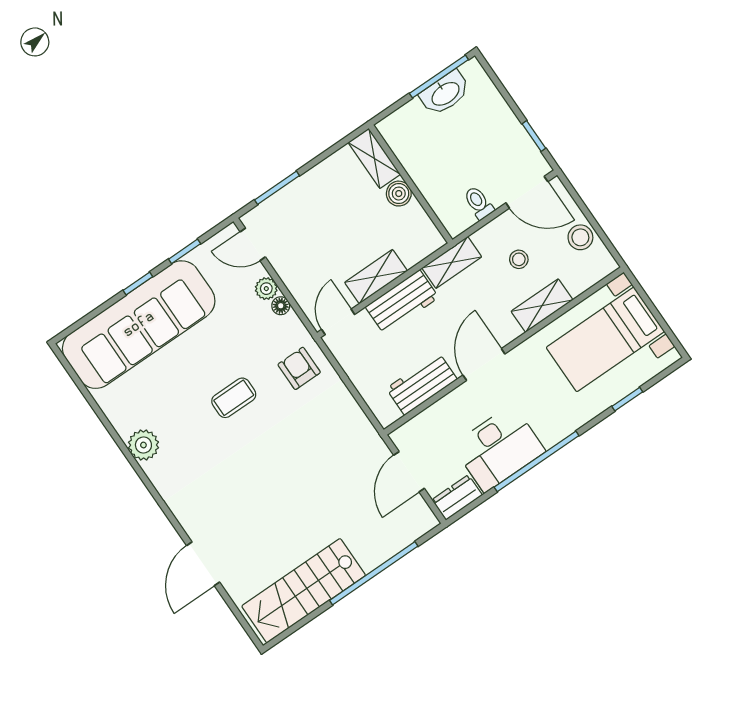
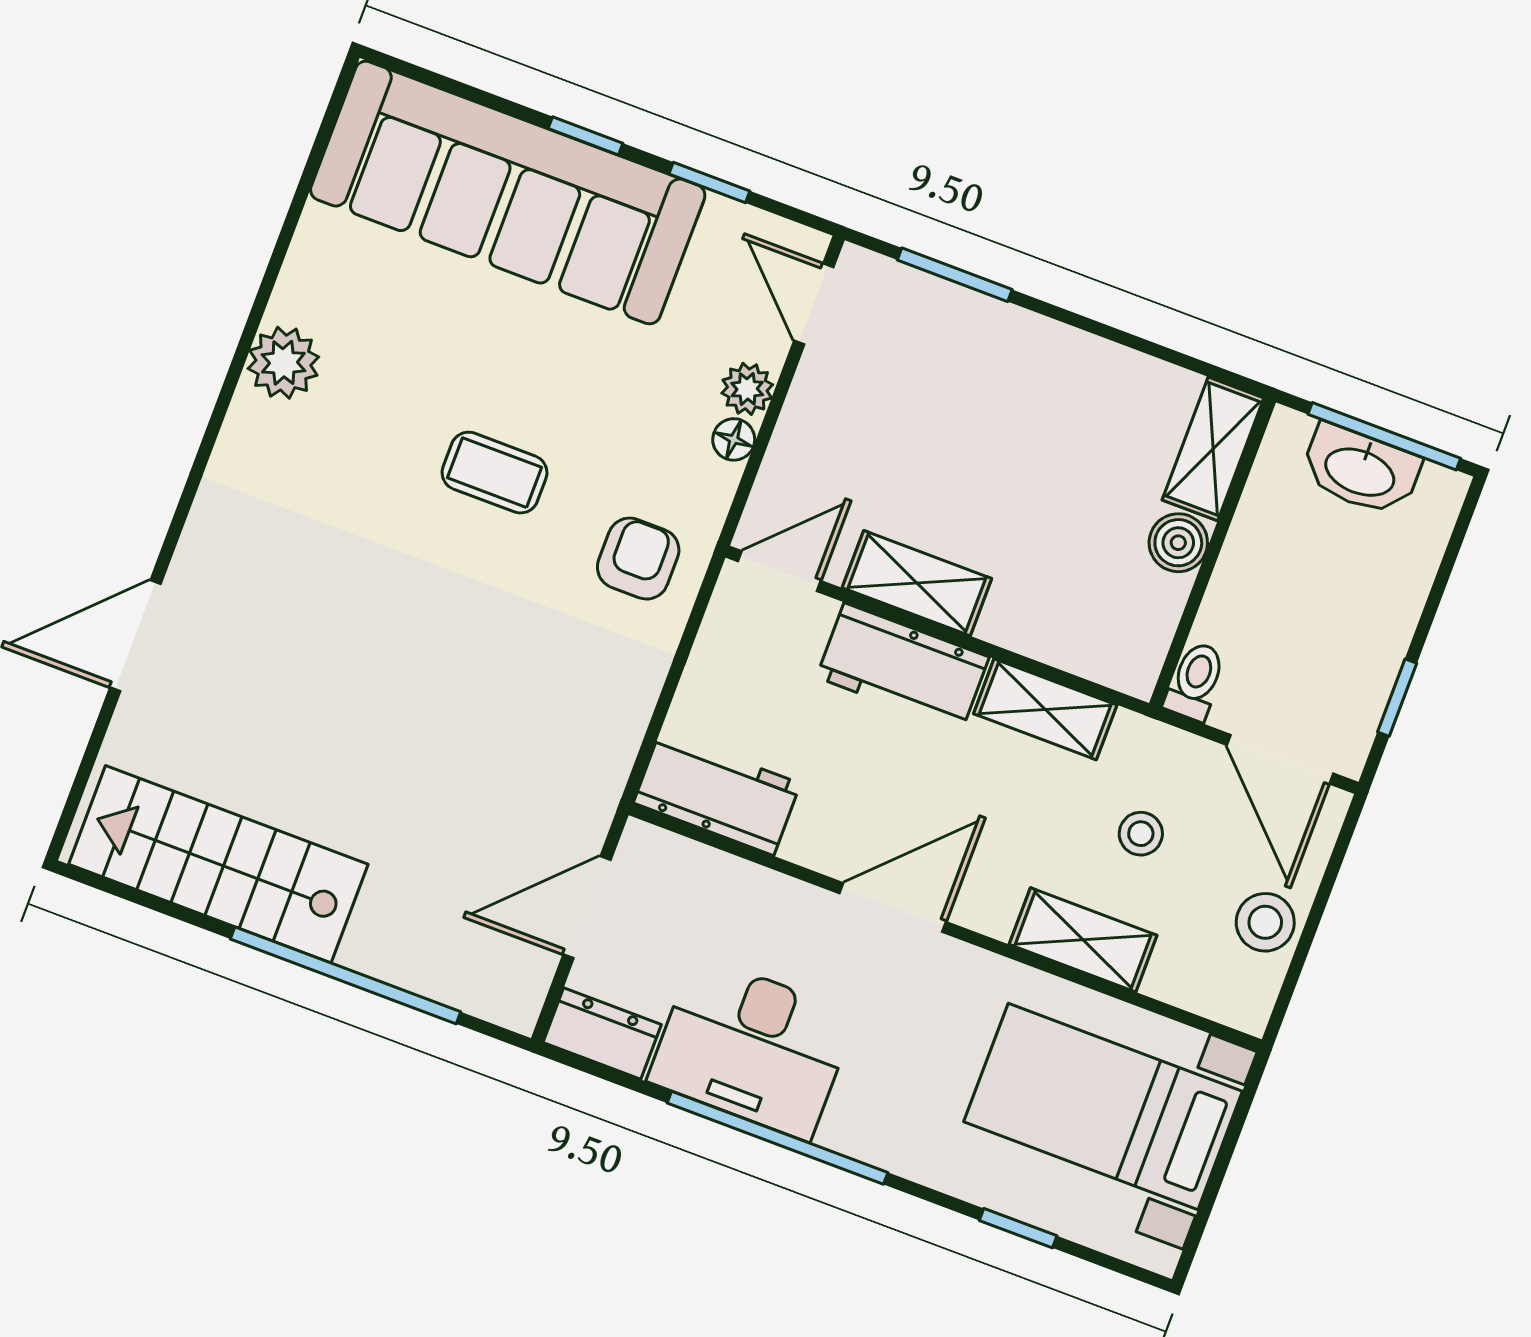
shelving: (374, 158) -> (1213, 449), moved
wall: (411, 184) -> (1212, 553), moved
boiler: (399, 194) -> (1178, 543), moved
workbench: (422, 384) -> (717, 793), moved

